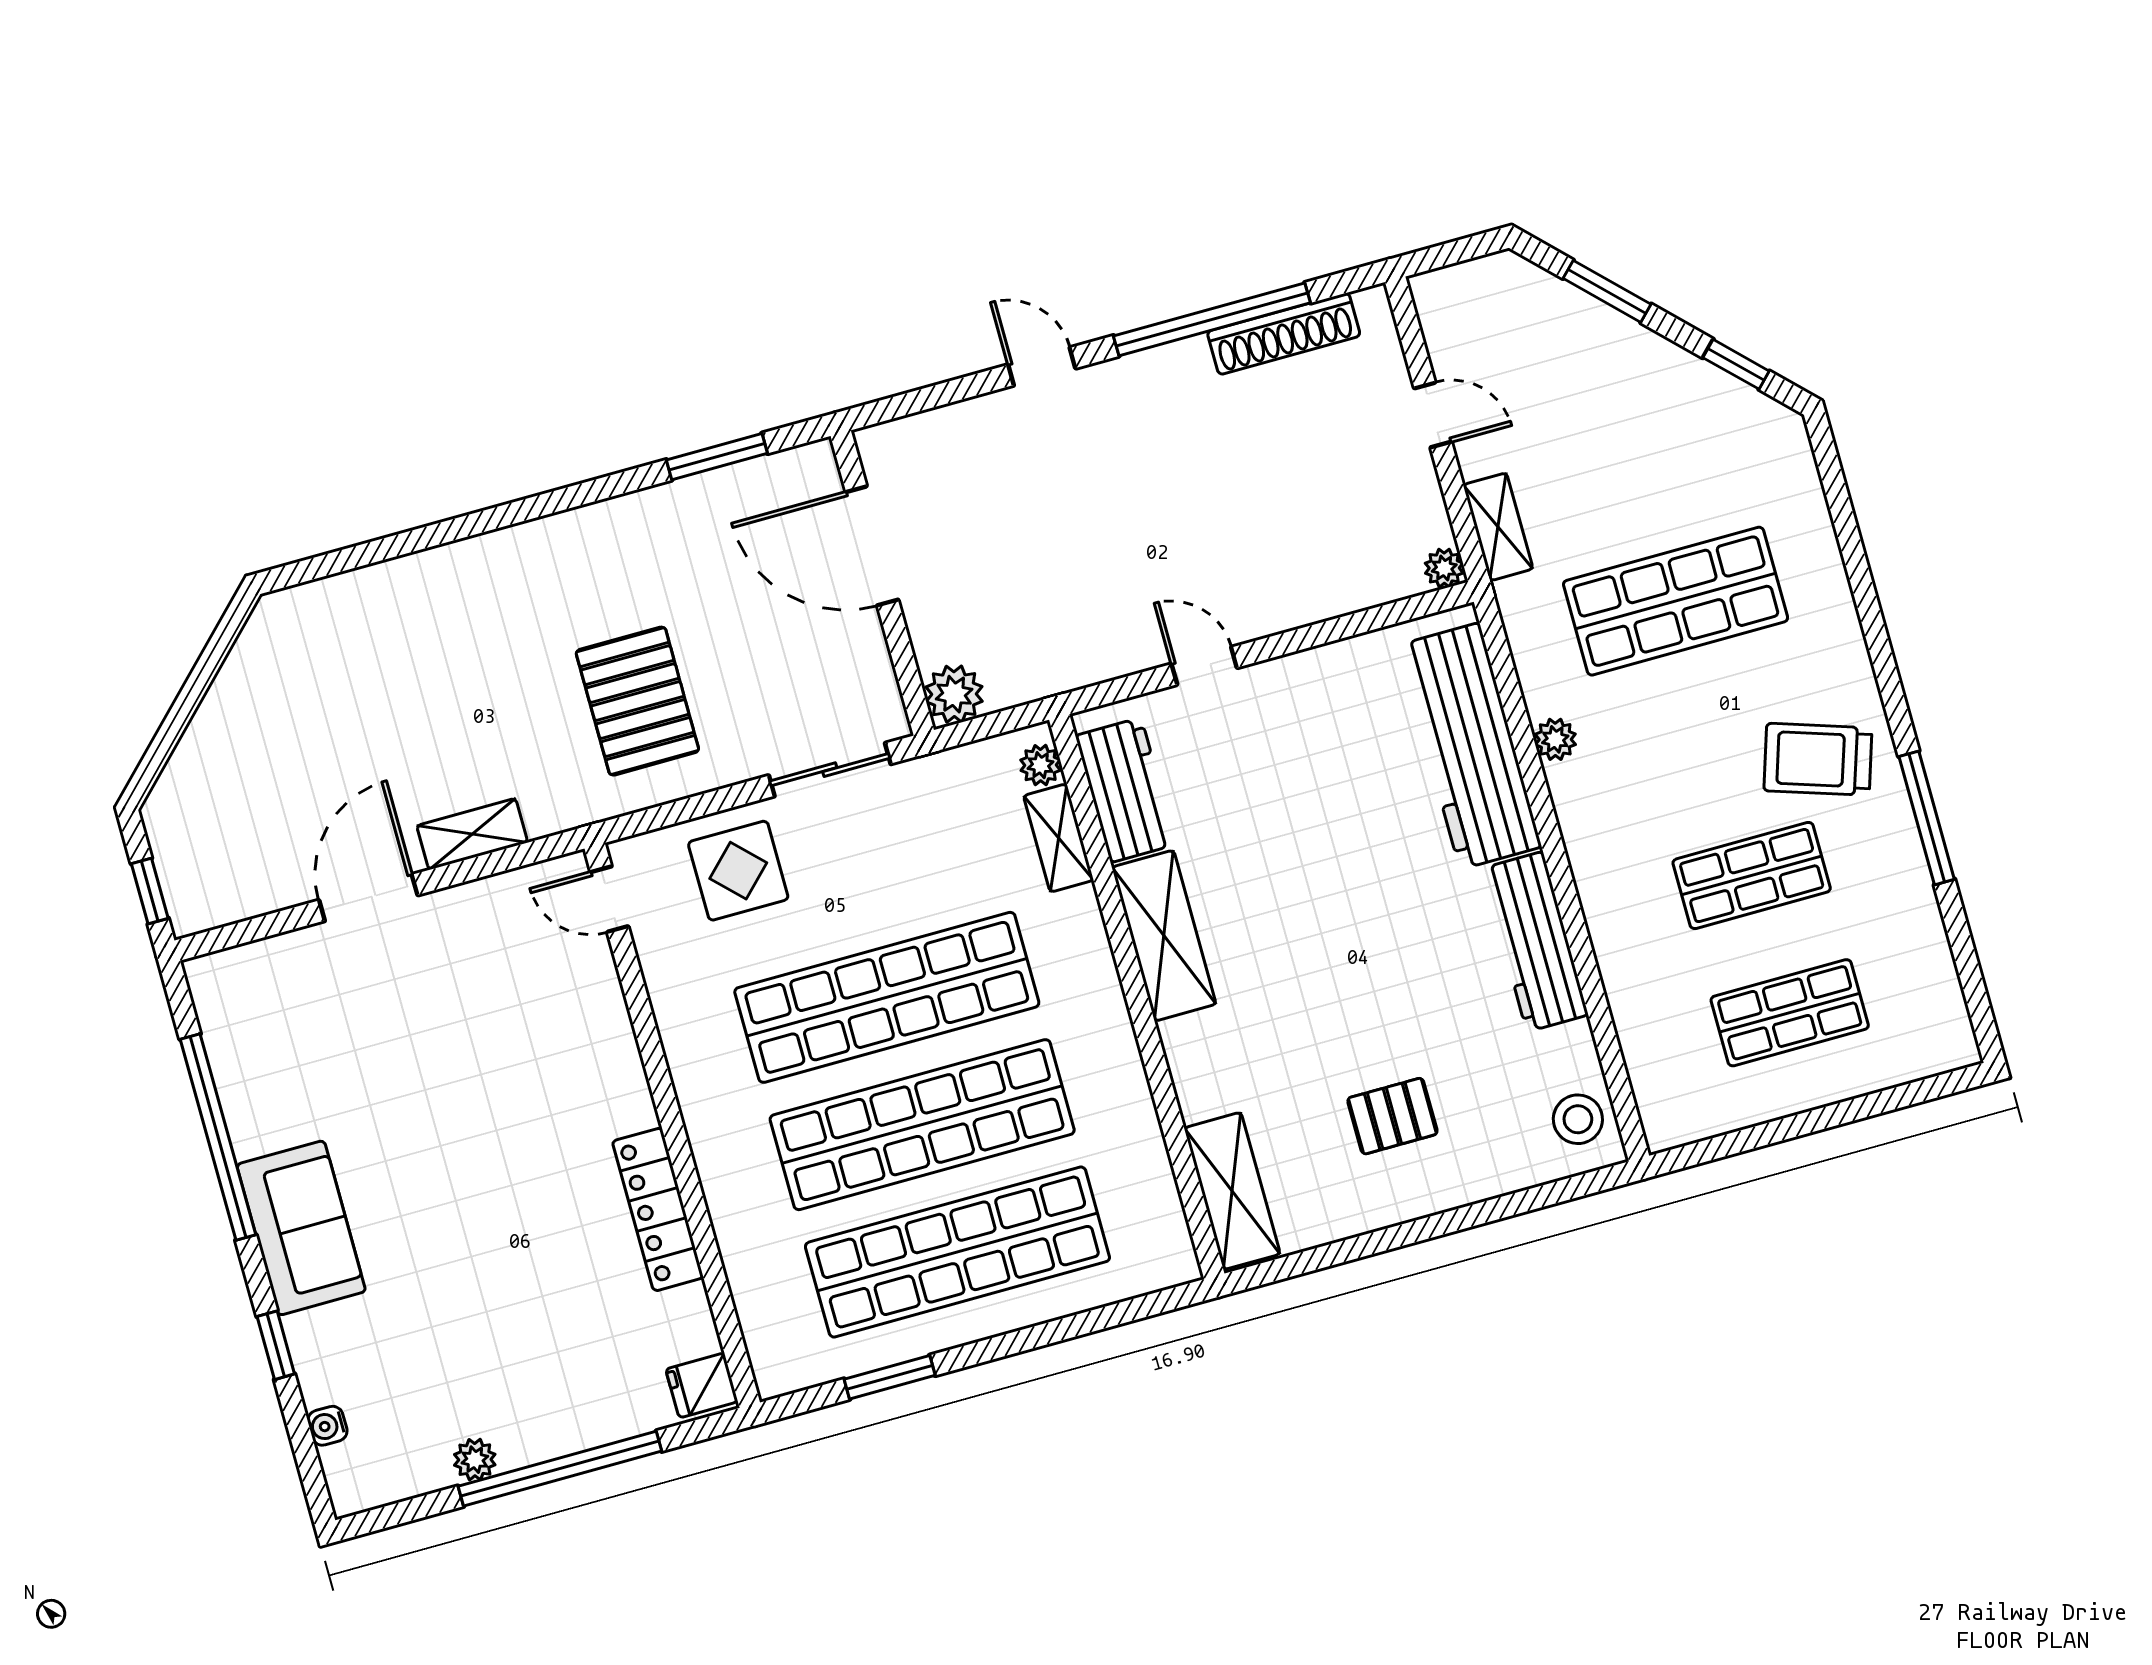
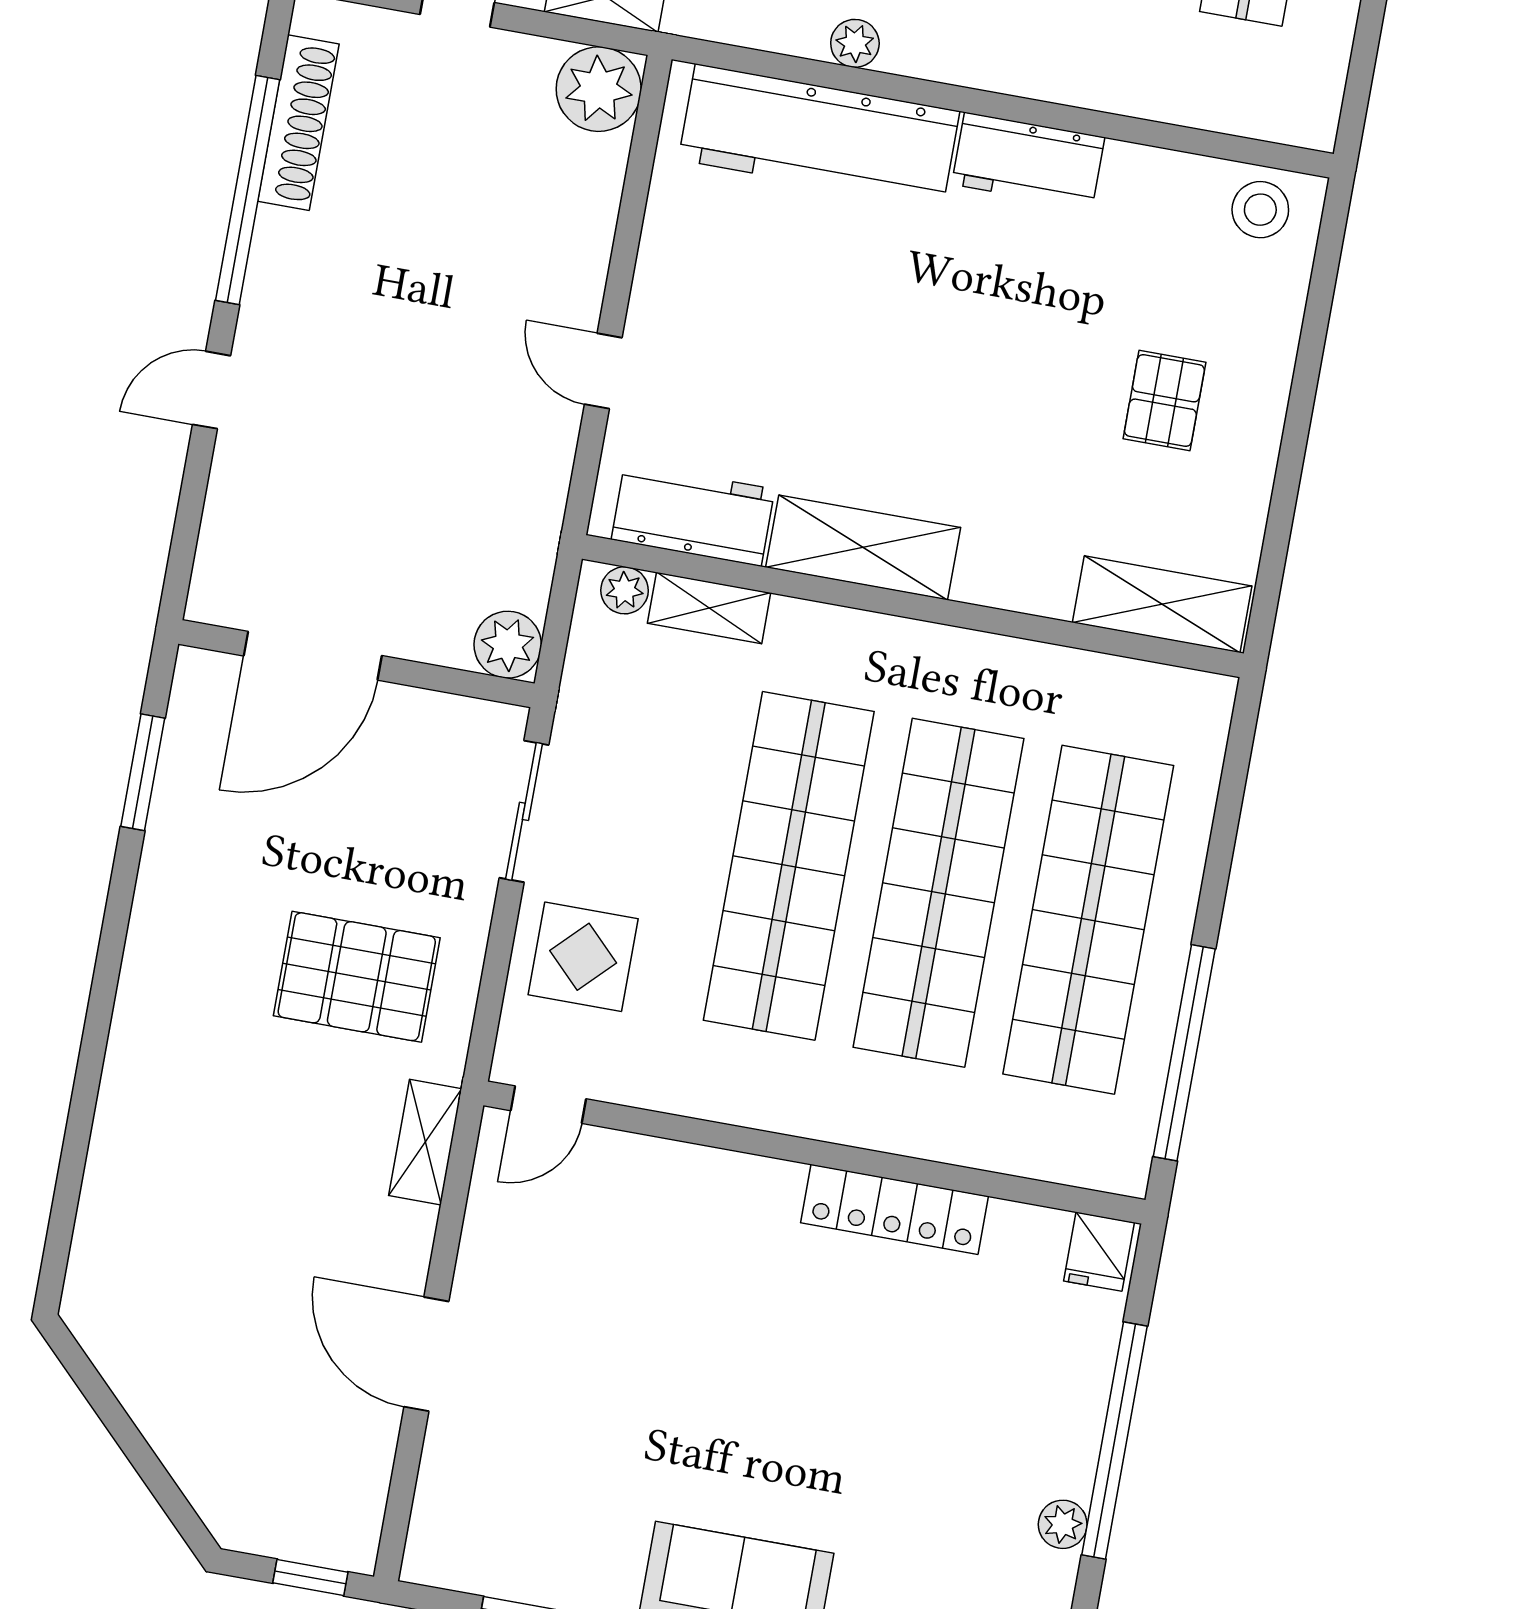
plant: (1444, 568) -> (599, 89), width x1.88, depth x1.88
door: (1204, 666) -> (603, 371), hinge flipped
shelving: (472, 834) -> (425, 1142), moved
workbench: (1535, 942) -> (1028, 161), width x0.73
window: (890, 1377) -> (1184, 1053), width x2.11

